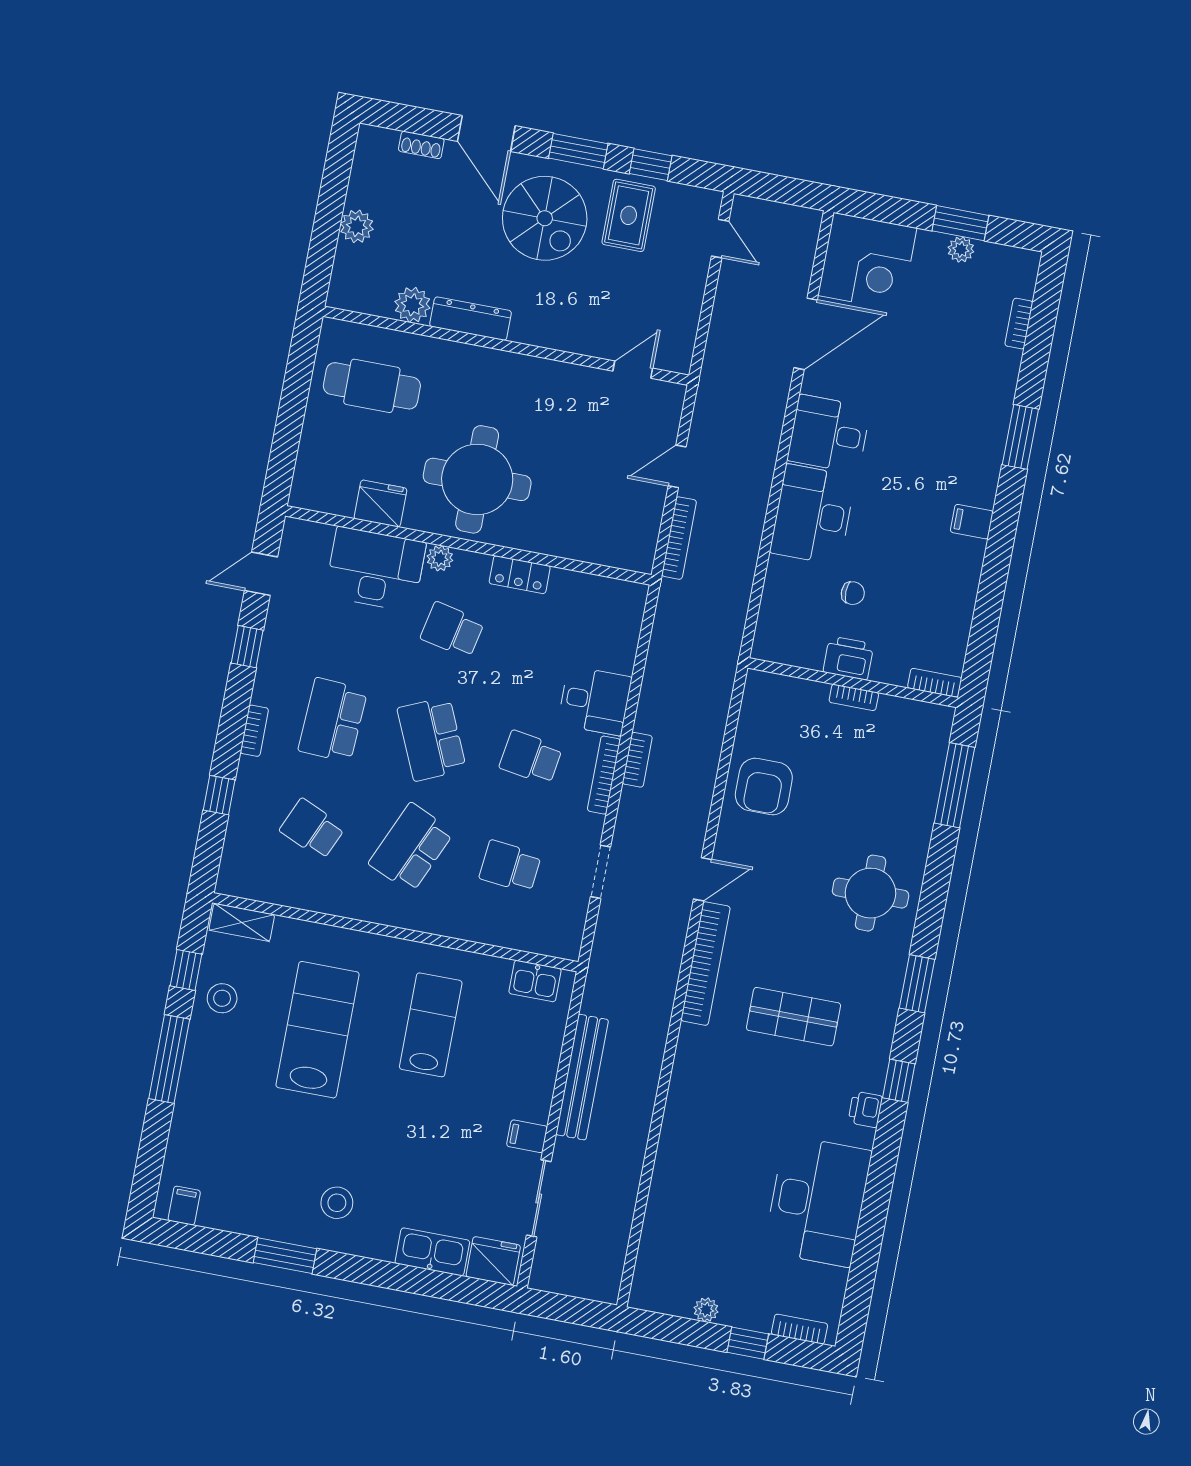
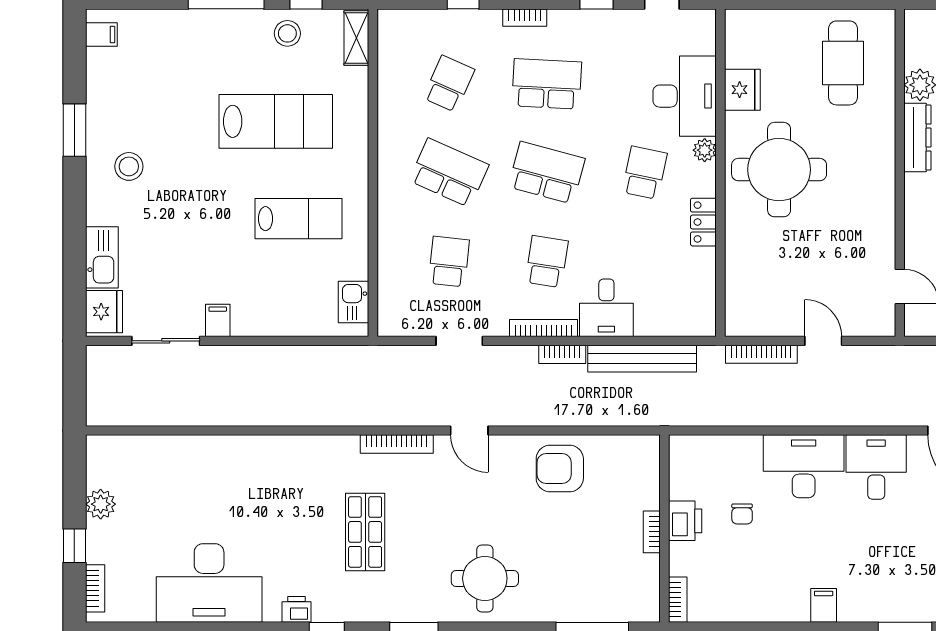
school desk: (432, 739) -> (547, 173), turned 39
bookcase: (705, 964) -> (397, 444), width x0.68, depth x0.76
bench: (582, 1077) -> (642, 359), moved
plant: (706, 1310) -> (101, 504), width x1.38, depth x1.38

